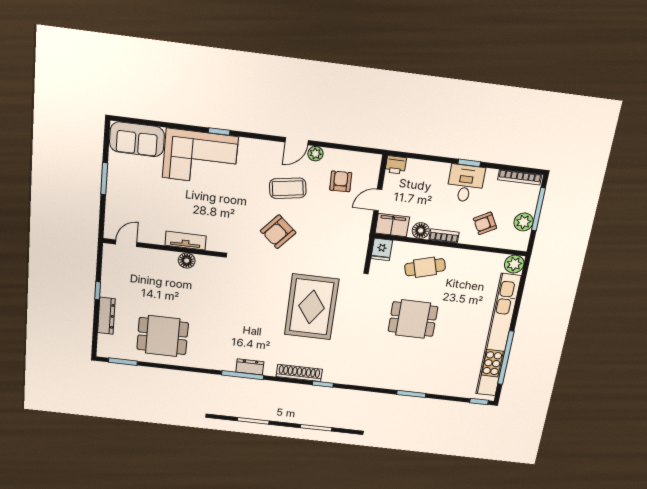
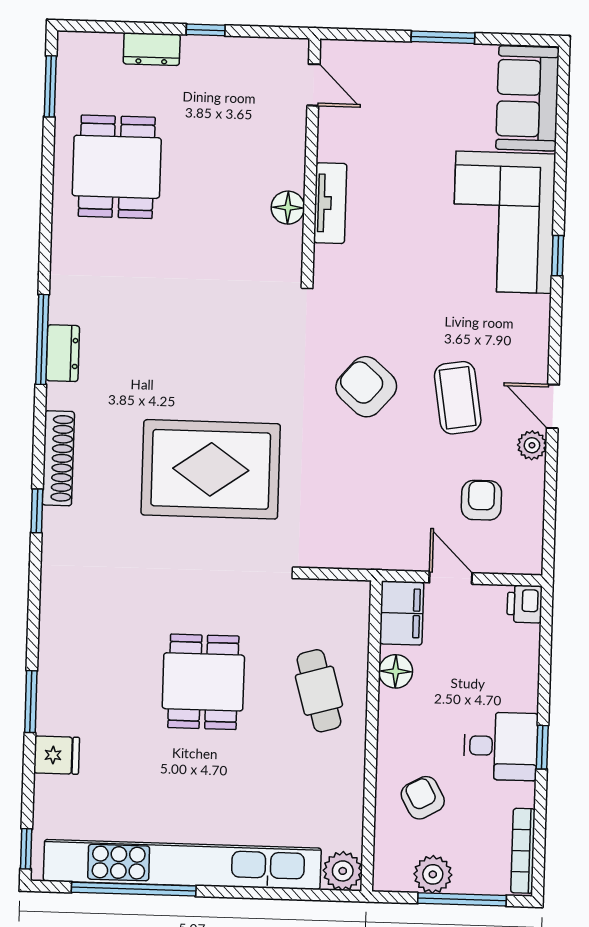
armchair: (341, 181) -> (481, 500), turned -88
bookcase: (444, 236) -> (389, 720), removed
fridge: (382, 249) -> (57, 755), moved, turned 180
dresser: (106, 316) -> (152, 49), width x0.70

